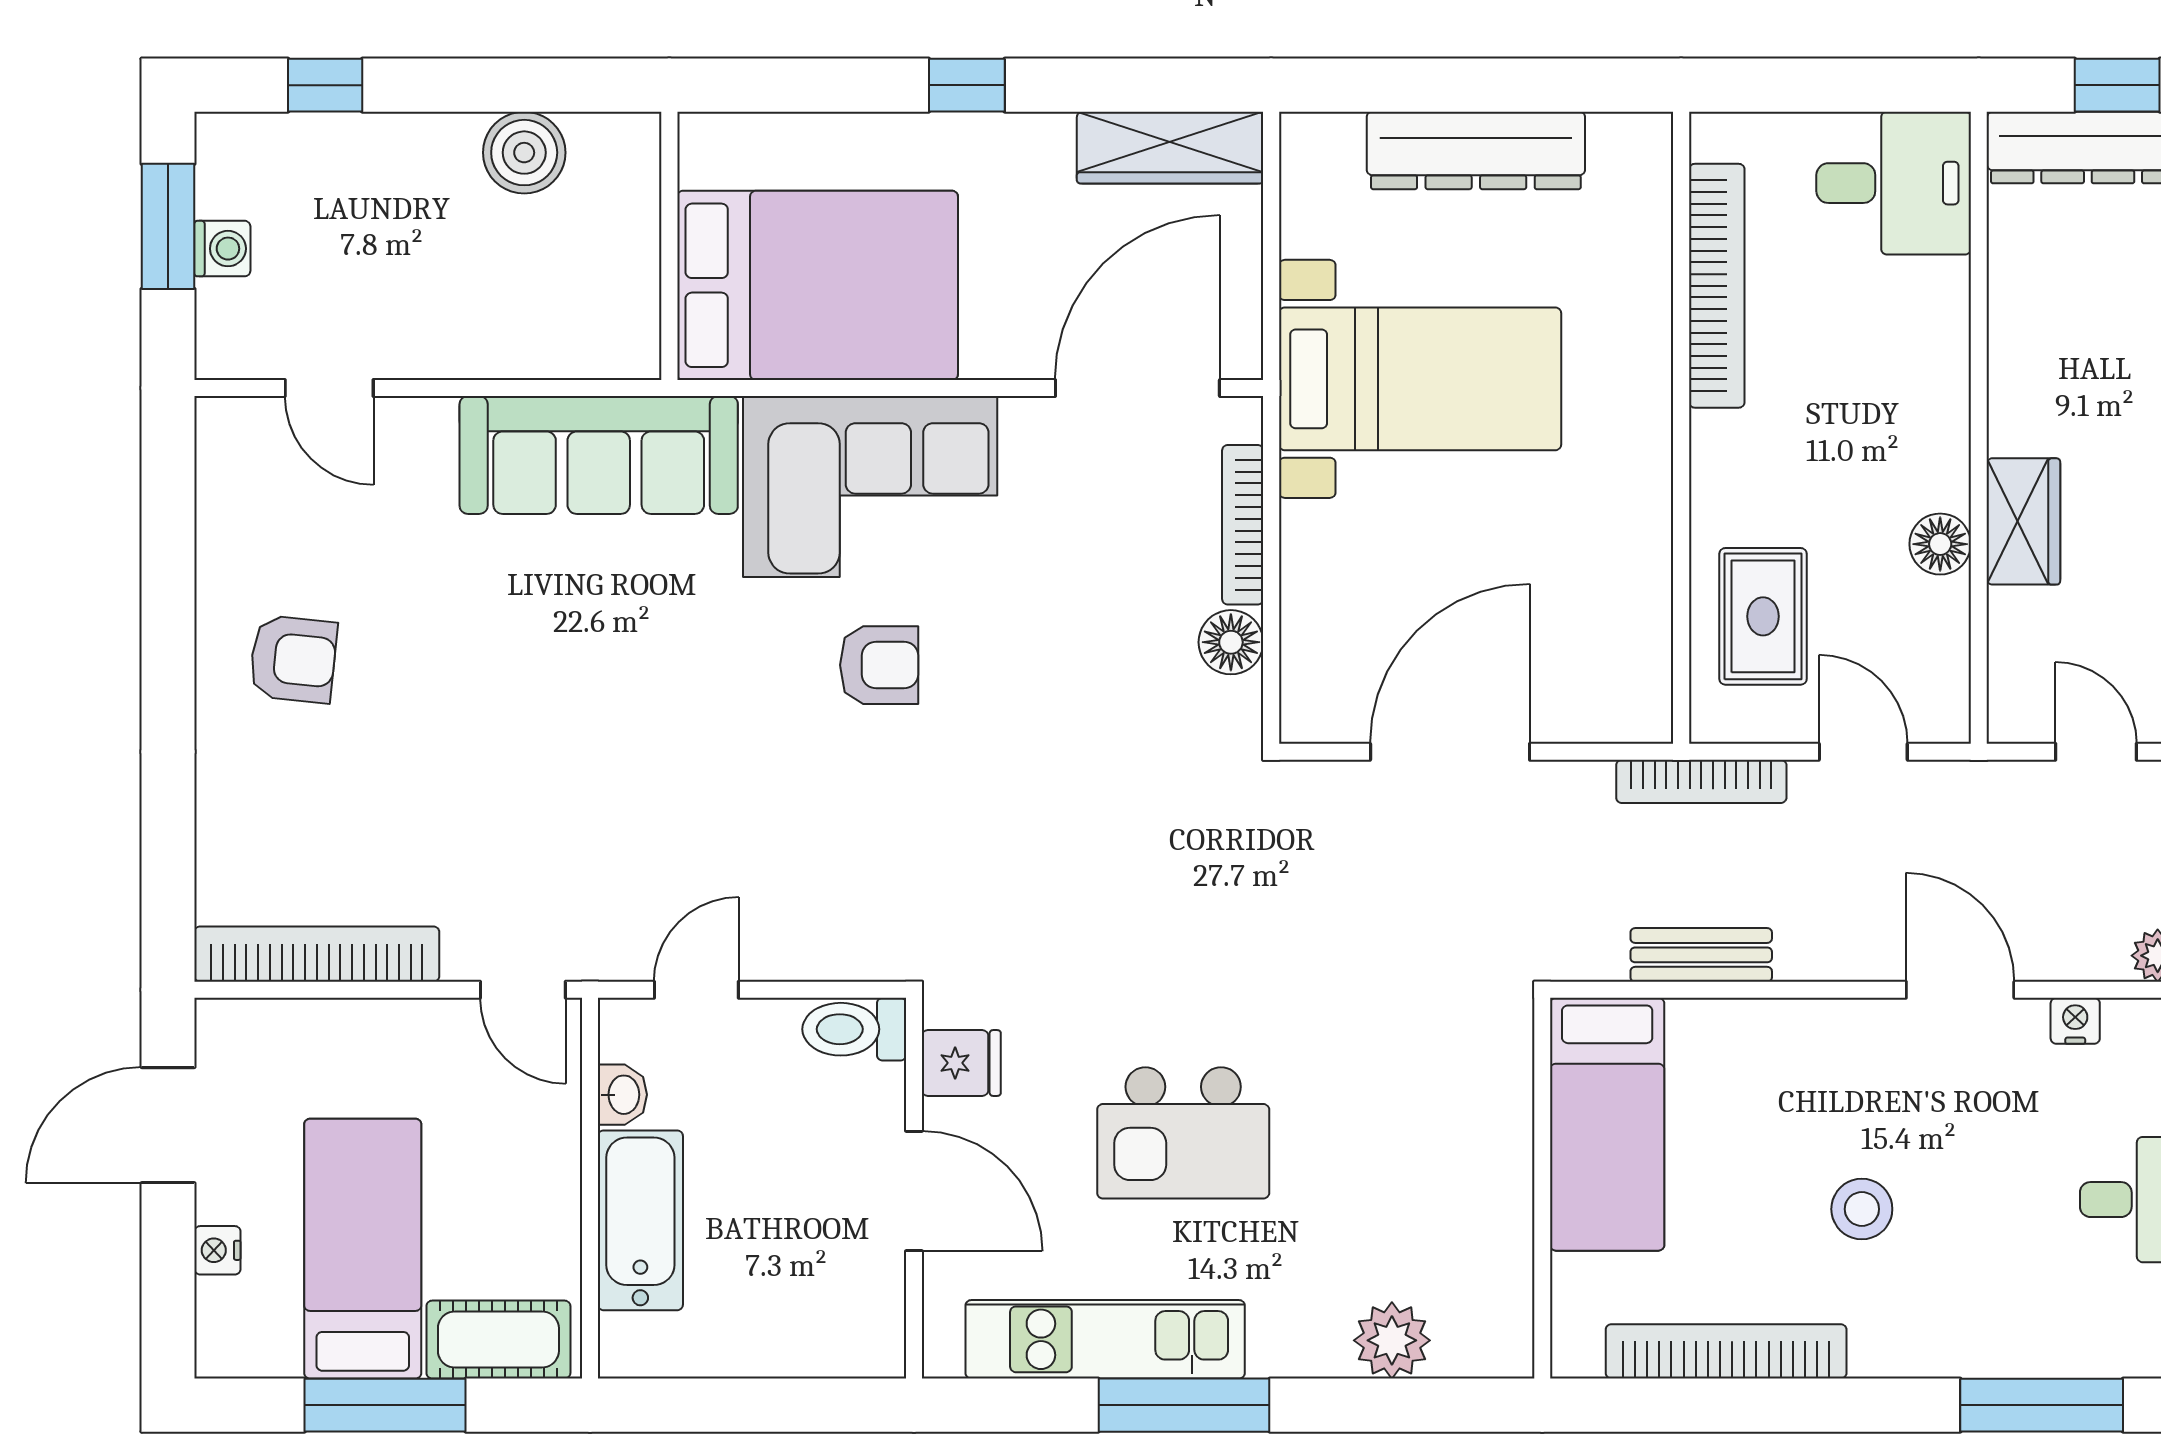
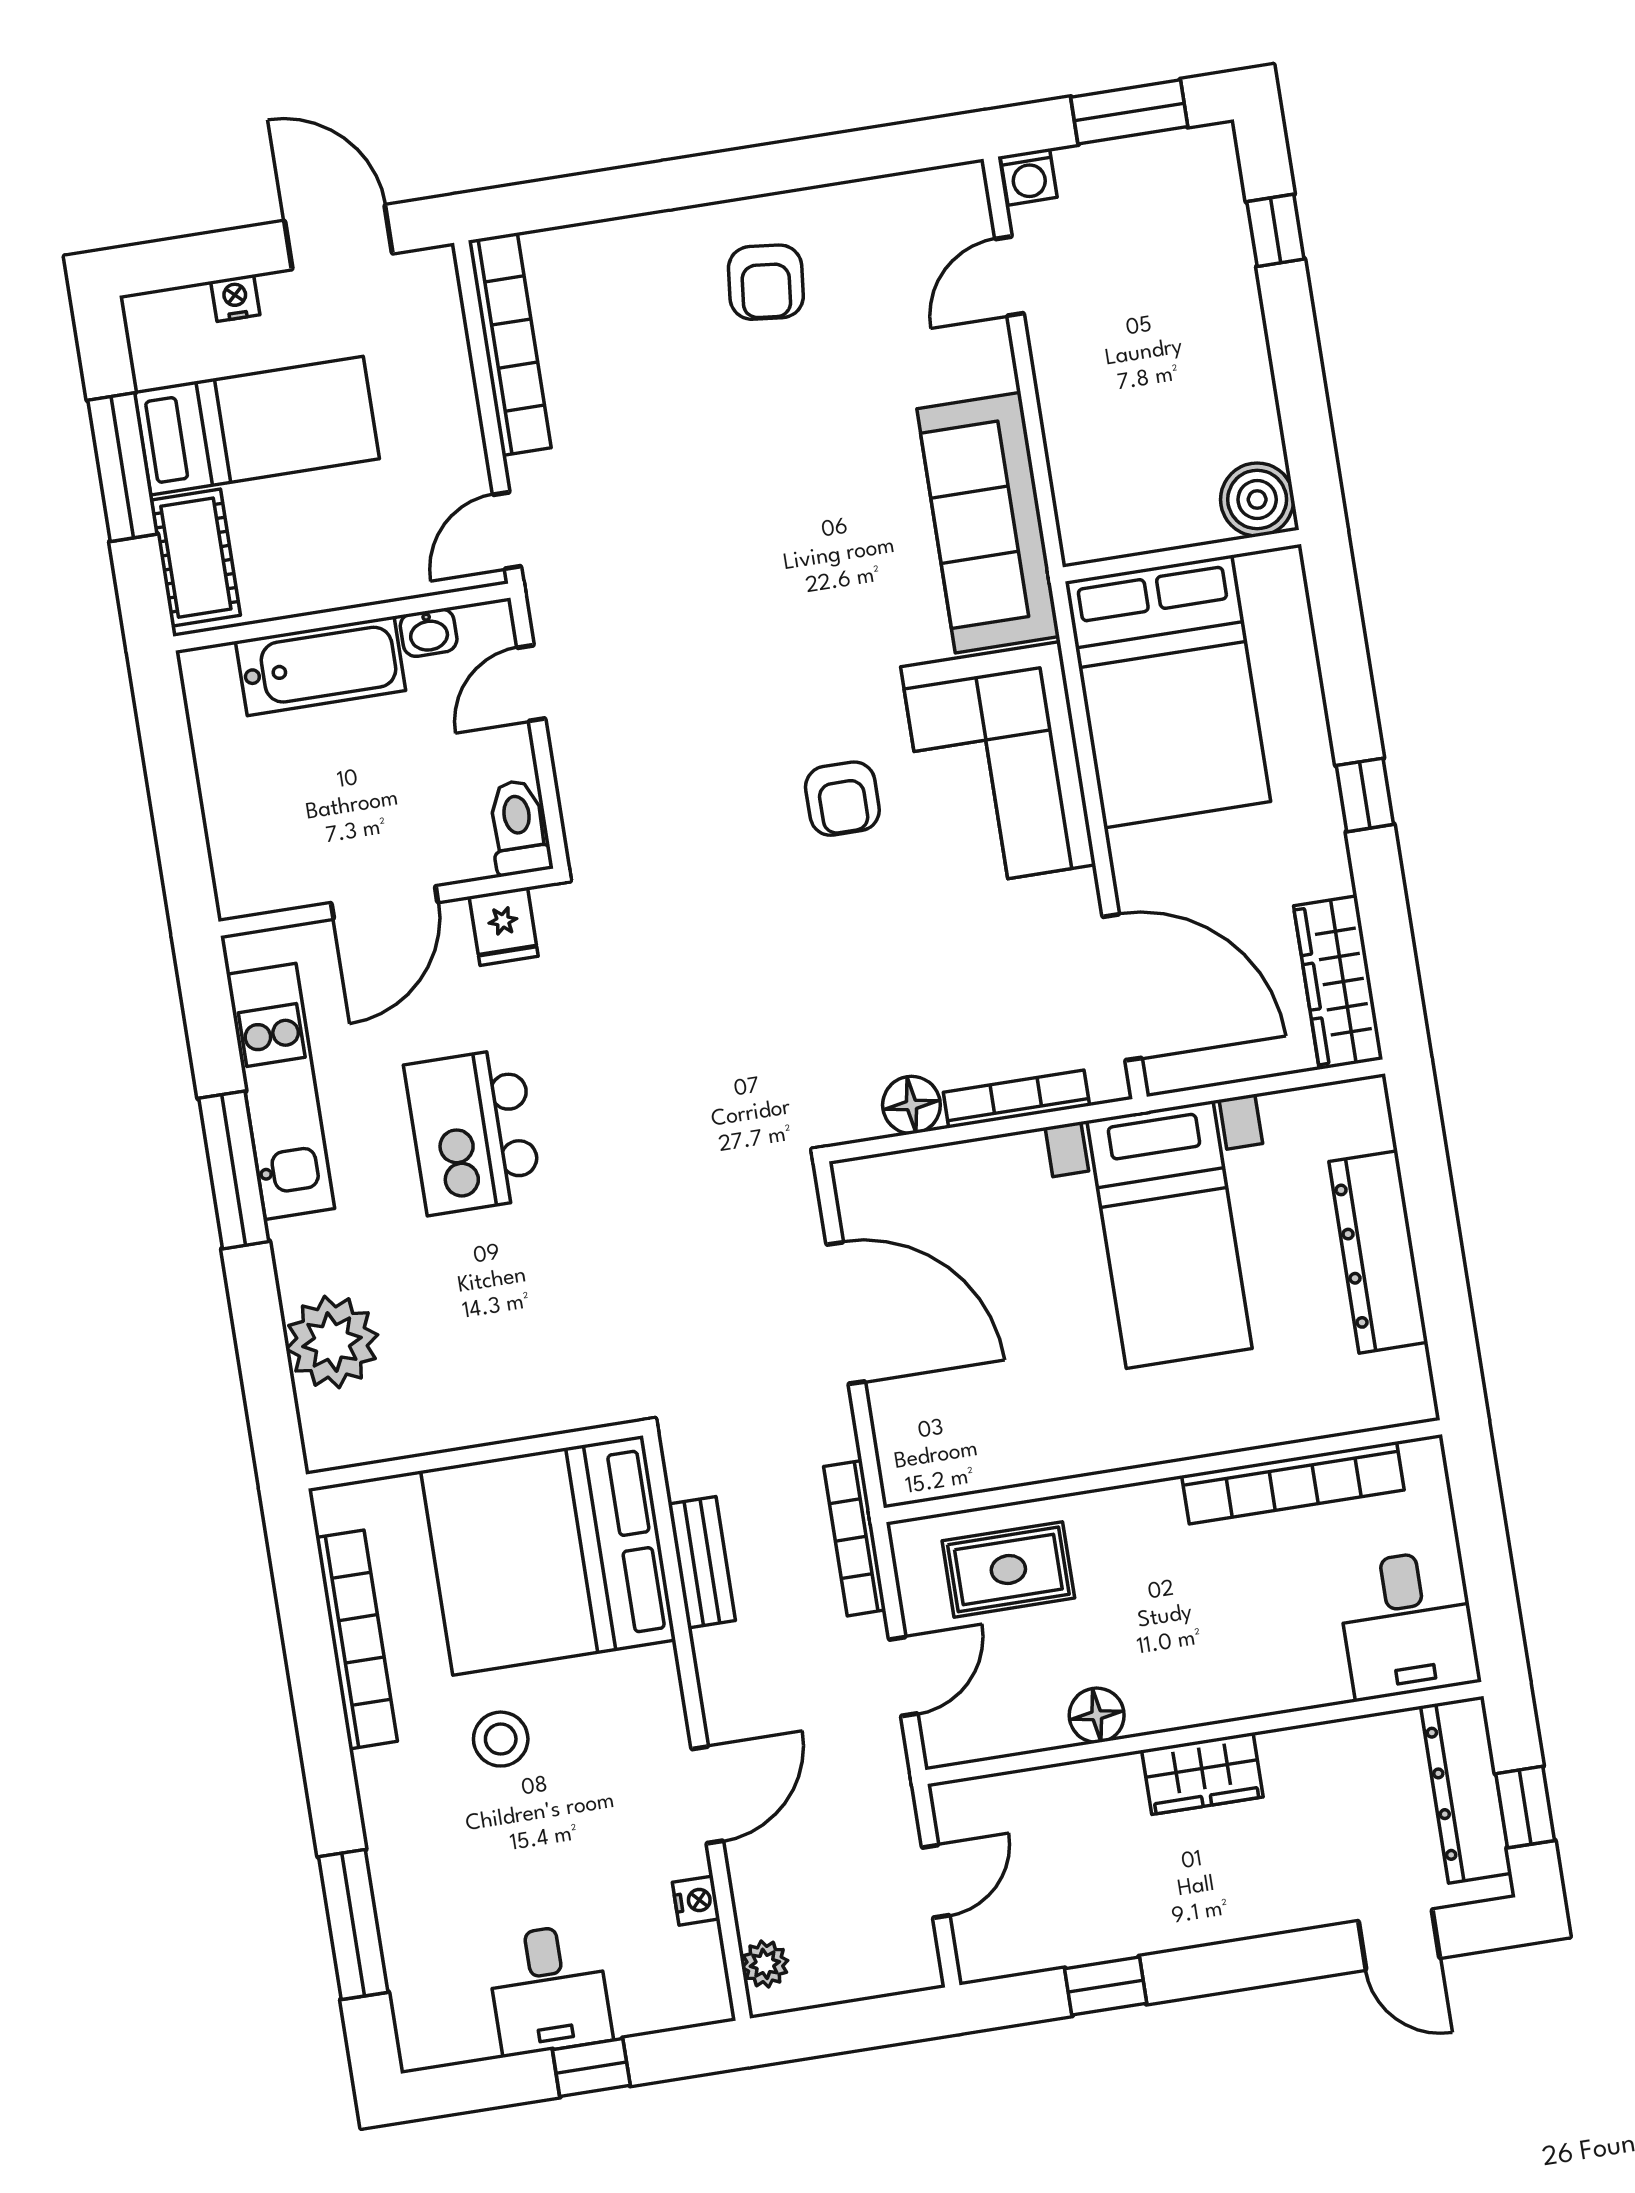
boiler: (524, 153) -> (1257, 500), moved
washing machine: (222, 249) -> (1029, 177), moved
wardrobe: (2023, 521) -> (1202, 1774), moved
door: (696, 990) -> (531, 683), swing flipped
bed: (1607, 1124) -> (548, 1555), width x2.04
plant: (1392, 1340) -> (332, 1342), width x1.36, depth x1.36

